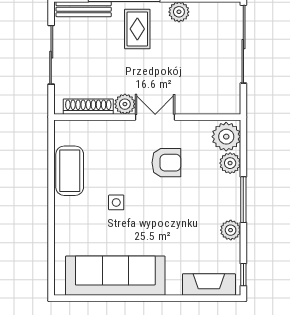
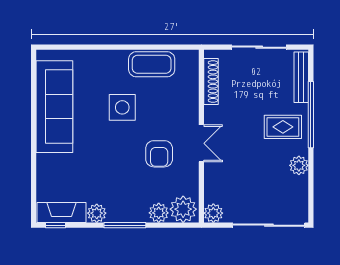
plant: (125, 104) -> (213, 213), moved
side table: (116, 202) -> (122, 107), width x1.87, depth x1.87
fireplace: (209, 285) -> (62, 213), moved, turned -90

